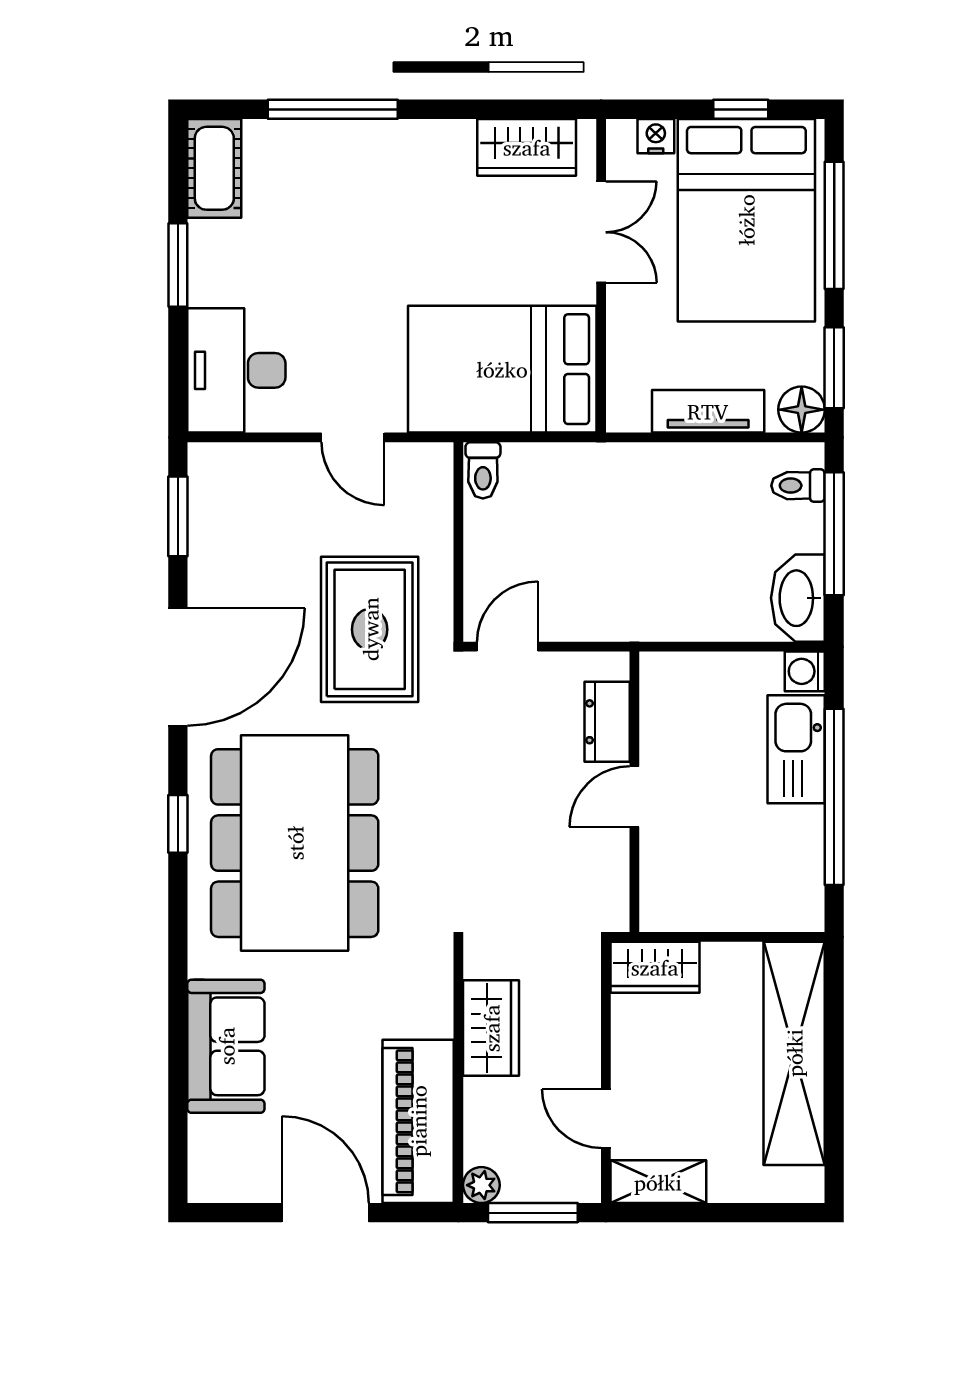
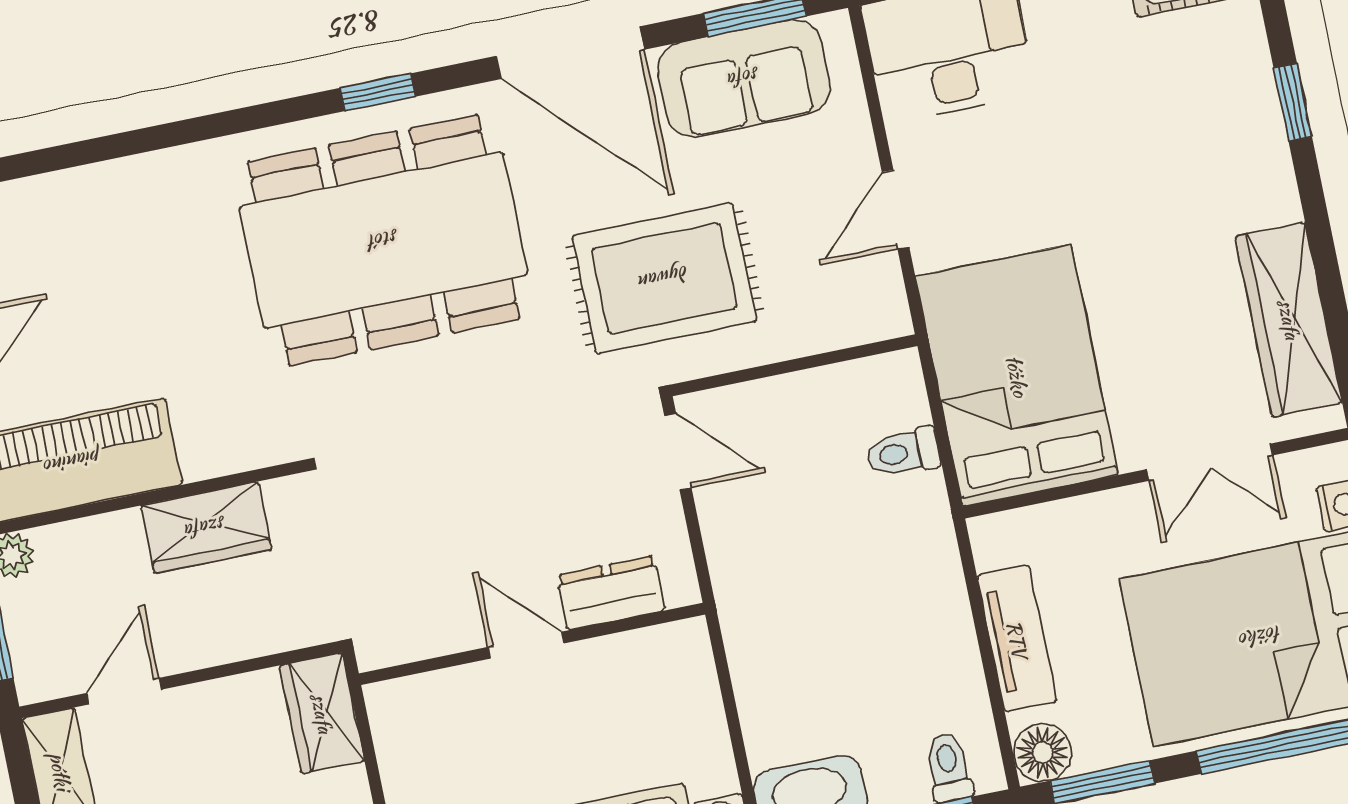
window: (333, 109) -> (1293, 102), width x0.46
wardrobe: (527, 147) -> (1289, 319), width x1.50
toilet: (483, 470) -> (903, 453), moved
sofa: (226, 1046) -> (744, 78), moved

